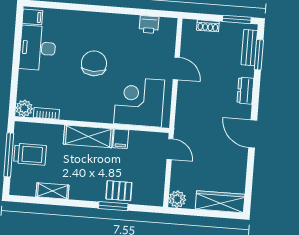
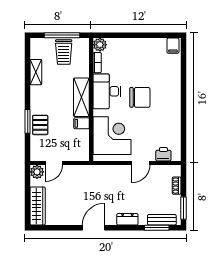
printer: (149, 24) -> (163, 154), moved, turned 90
desk: (38, 48) -> (107, 91), moved, turned -90
door: (170, 149) -> (54, 163), moved

